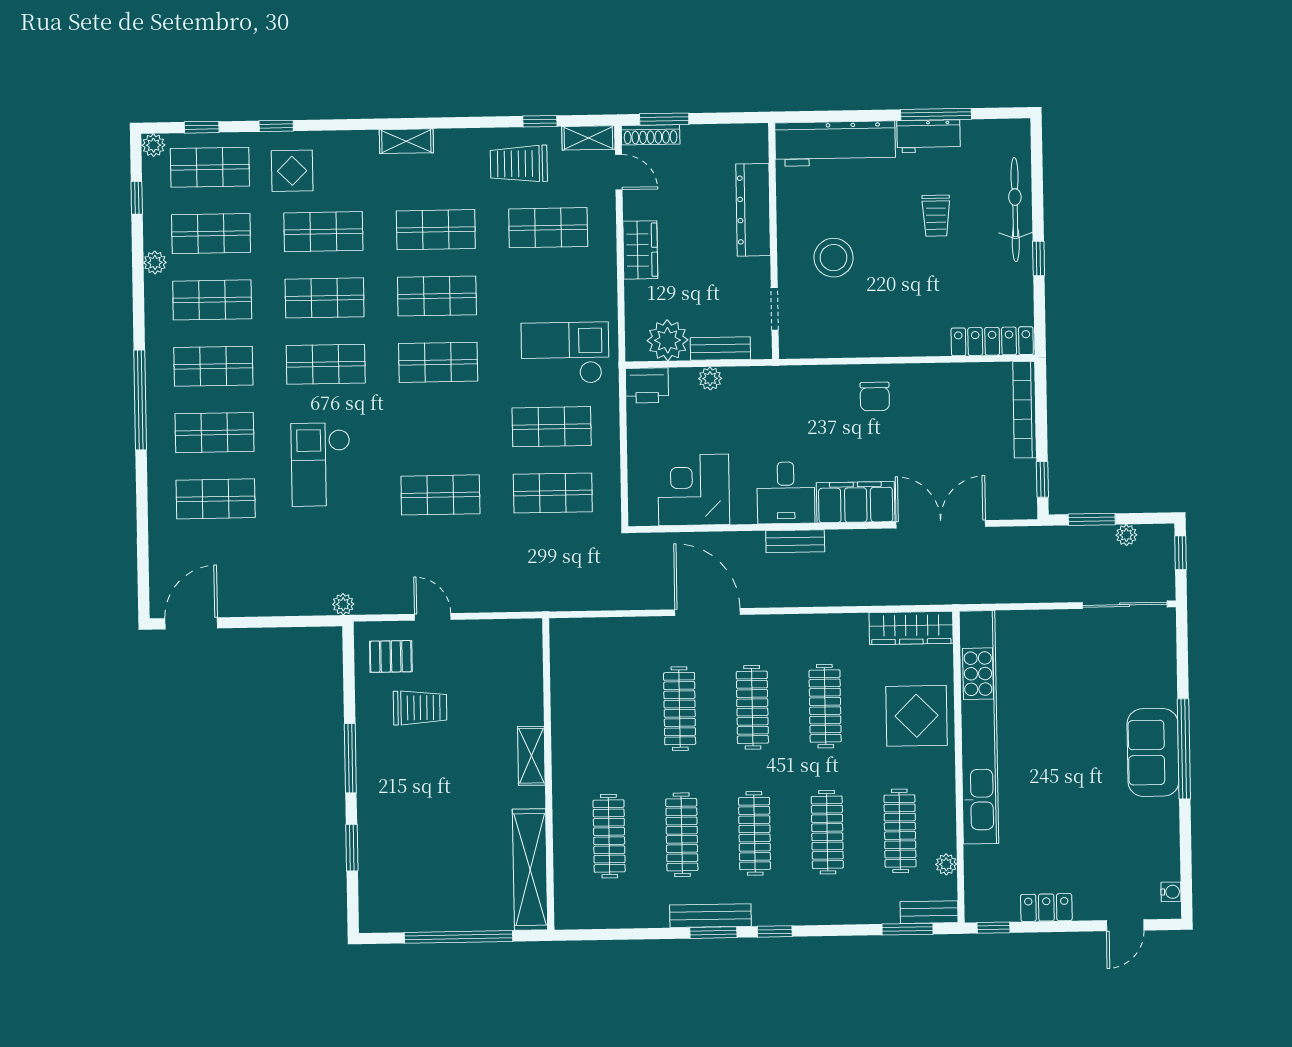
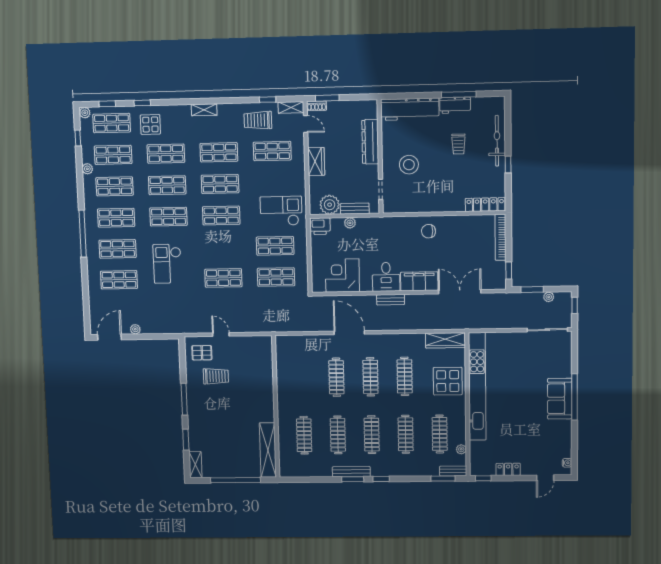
shoe rack: (651, 135) -> (317, 106), width x0.70
chair: (875, 396) -> (429, 231), turned 90
plant: (343, 604) -> (135, 329), moved
shelving: (531, 756) -> (195, 465), moved

